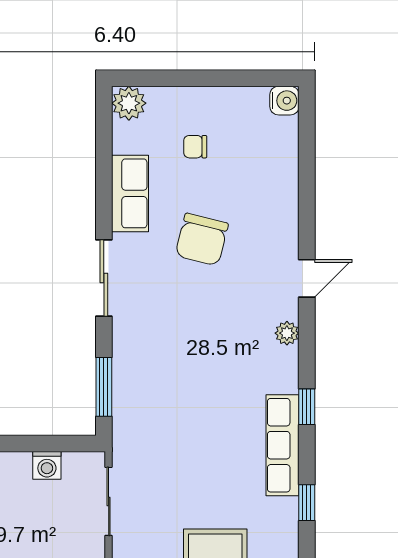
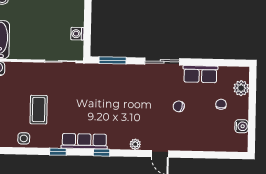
water cooler: (284, 101) -> (242, 126), moved, turned -90
plant: (129, 103) -> (241, 88), moved
chair: (202, 239) -> (179, 106), width x0.54, depth x0.54

